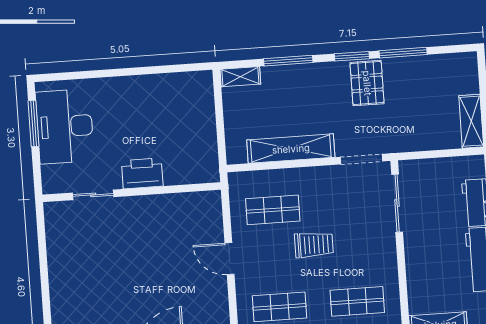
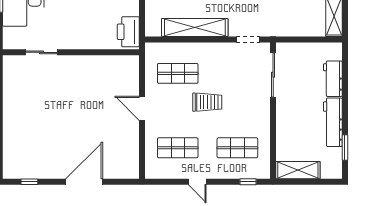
doorway: (361, 159) -> (248, 39), width x0.73
printer: (142, 173) -> (128, 32), moved, turned -90

